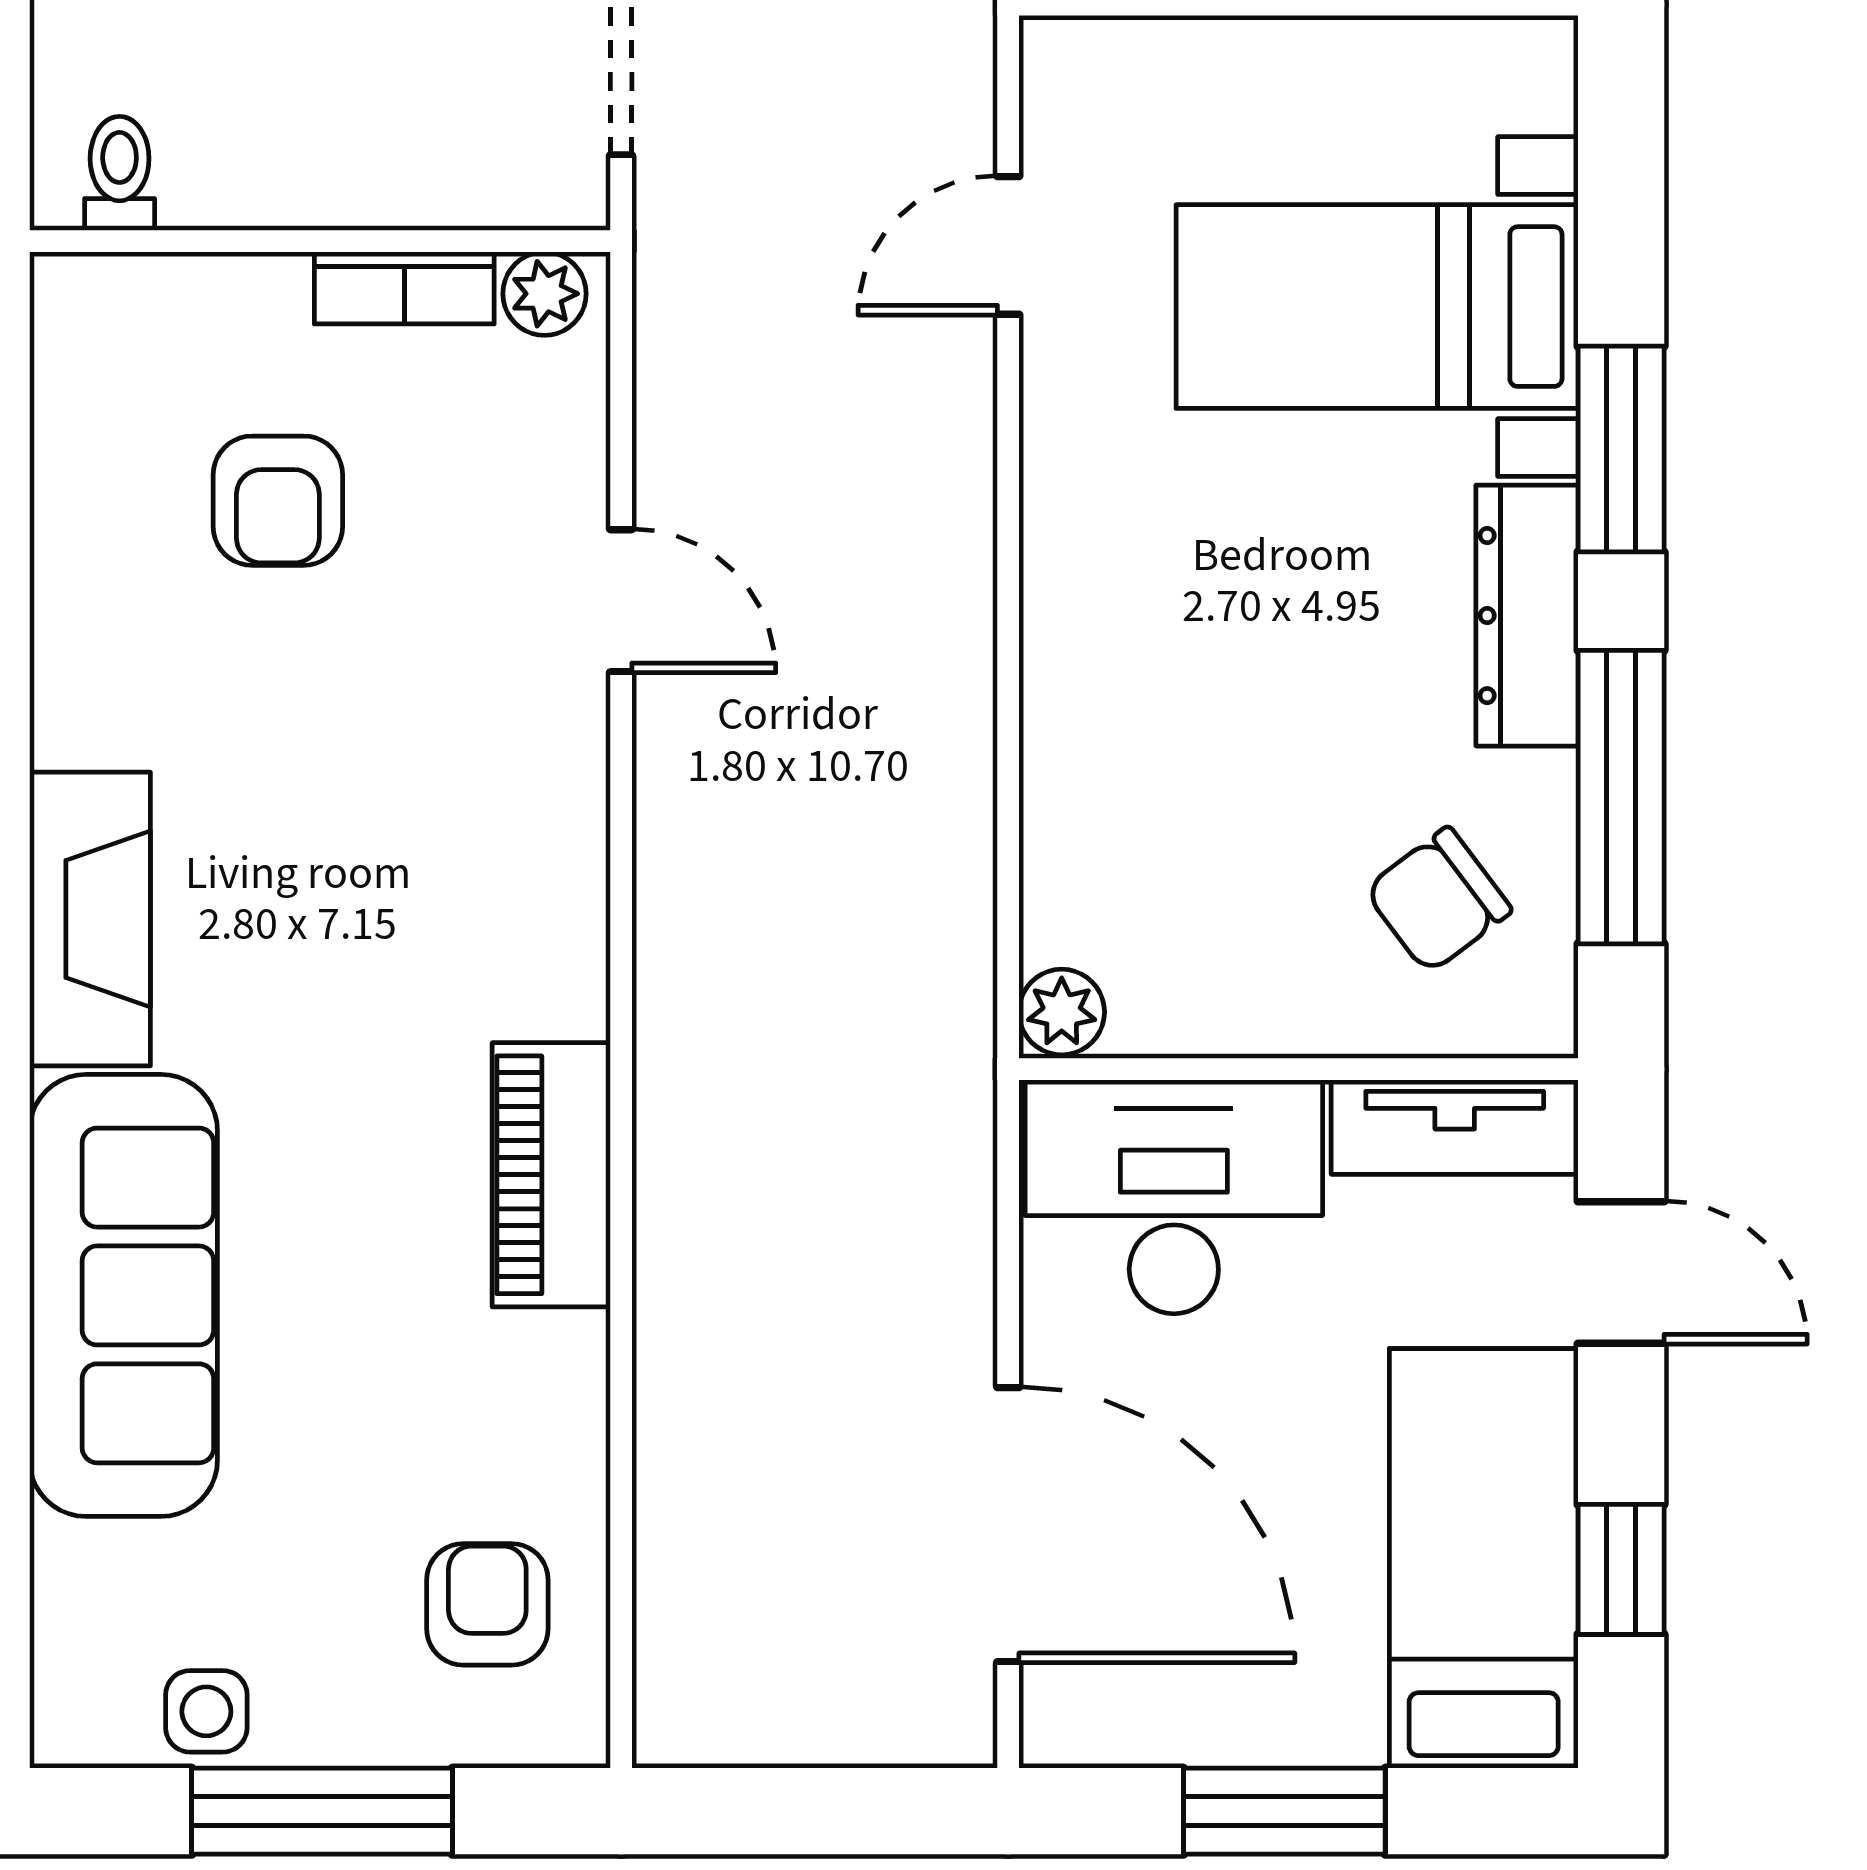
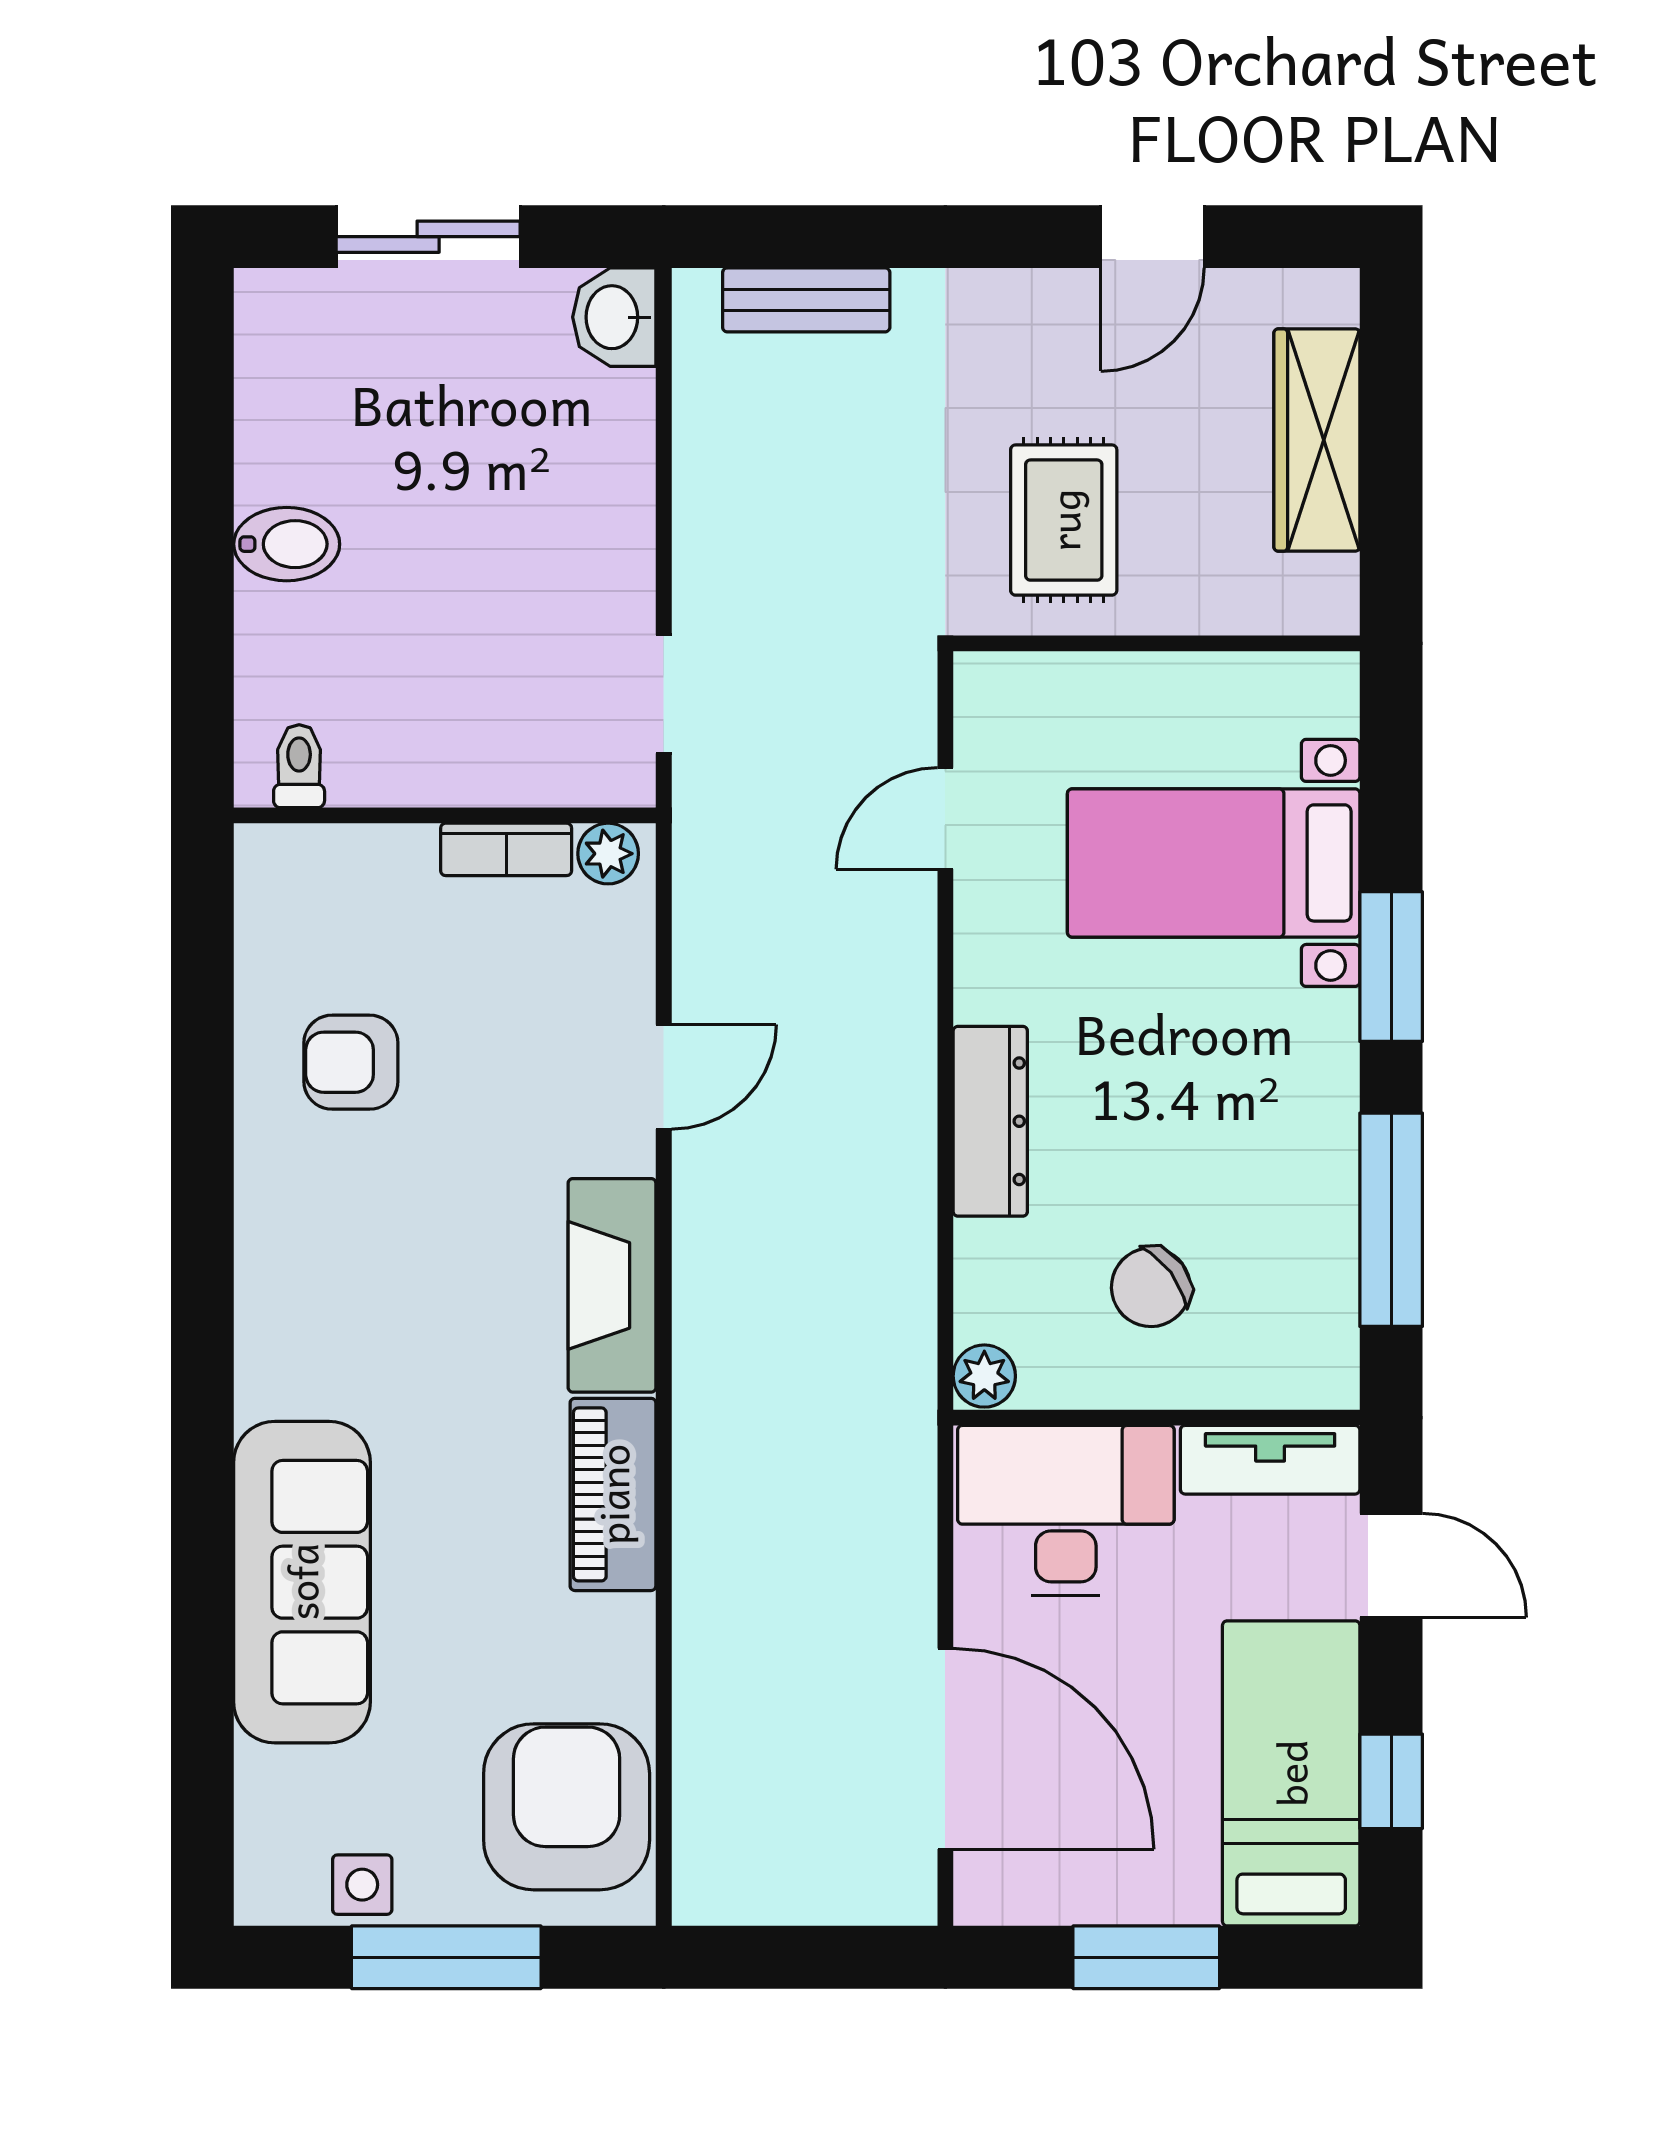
armchair: (278, 501) -> (351, 1062), moved, turned 90
door: (621, 601) -> (664, 1077), hinge flipped
dresser: (1527, 616) -> (990, 1121), moved, turned 180
chair: (1438, 900) -> (1151, 1287), moved
fireplace: (90, 919) -> (612, 1285), moved, turned 180
armchair: (487, 1604) -> (567, 1807), width x1.88, depth x1.88

